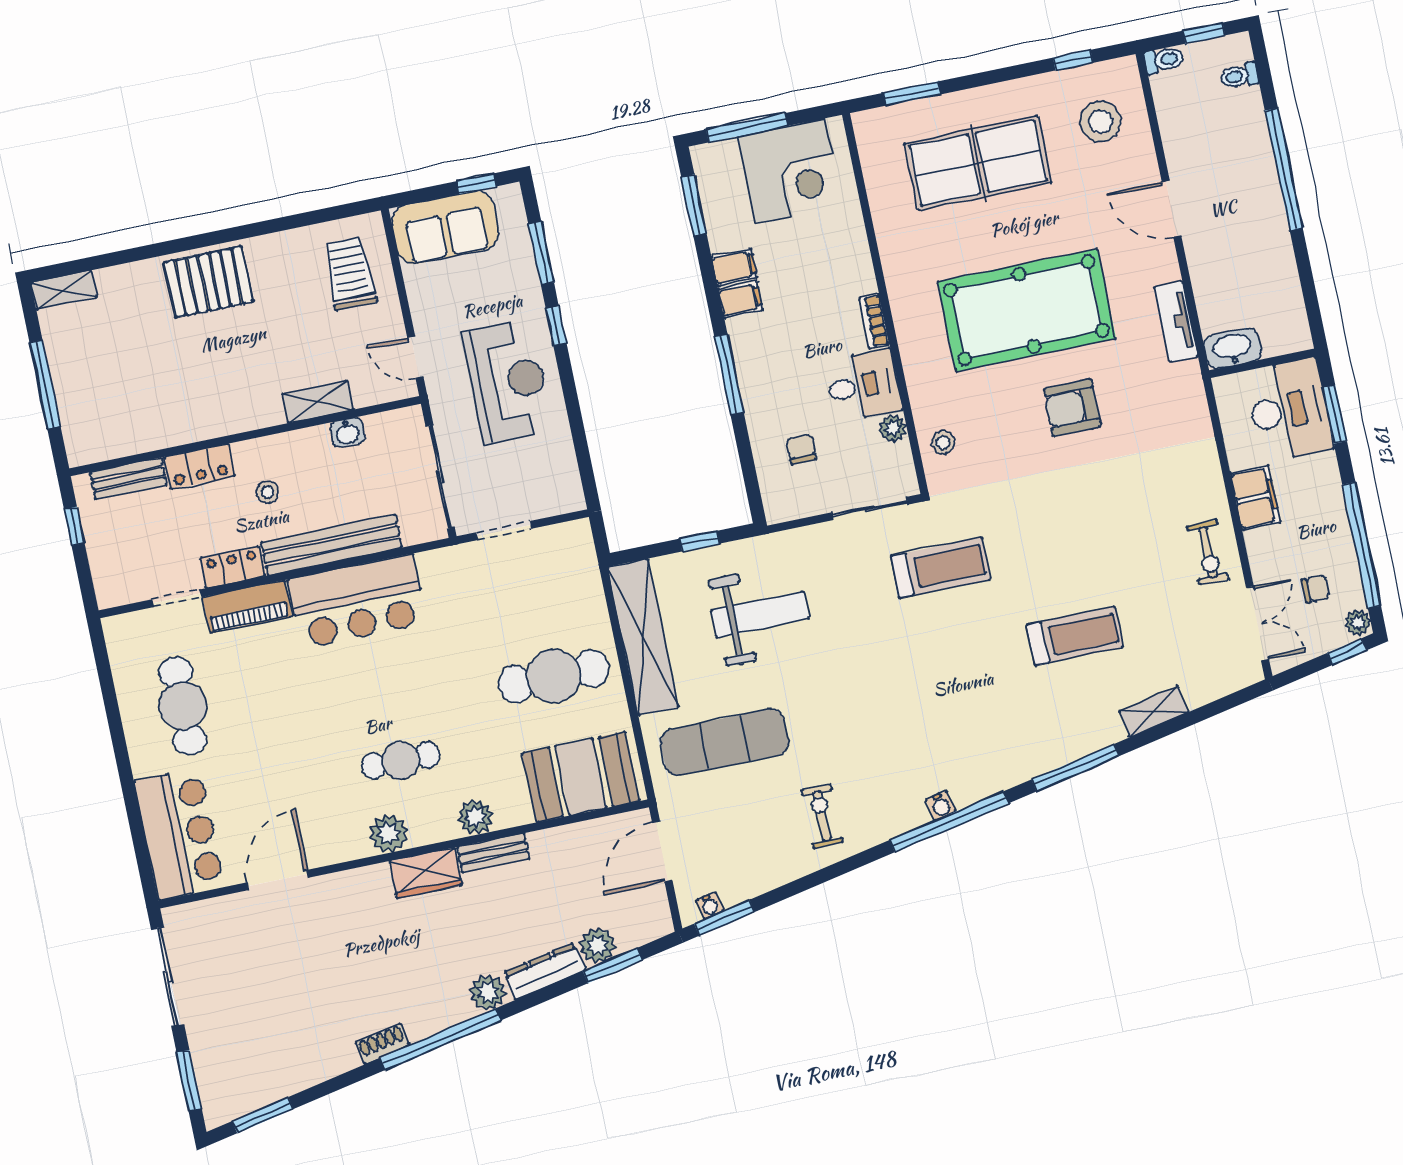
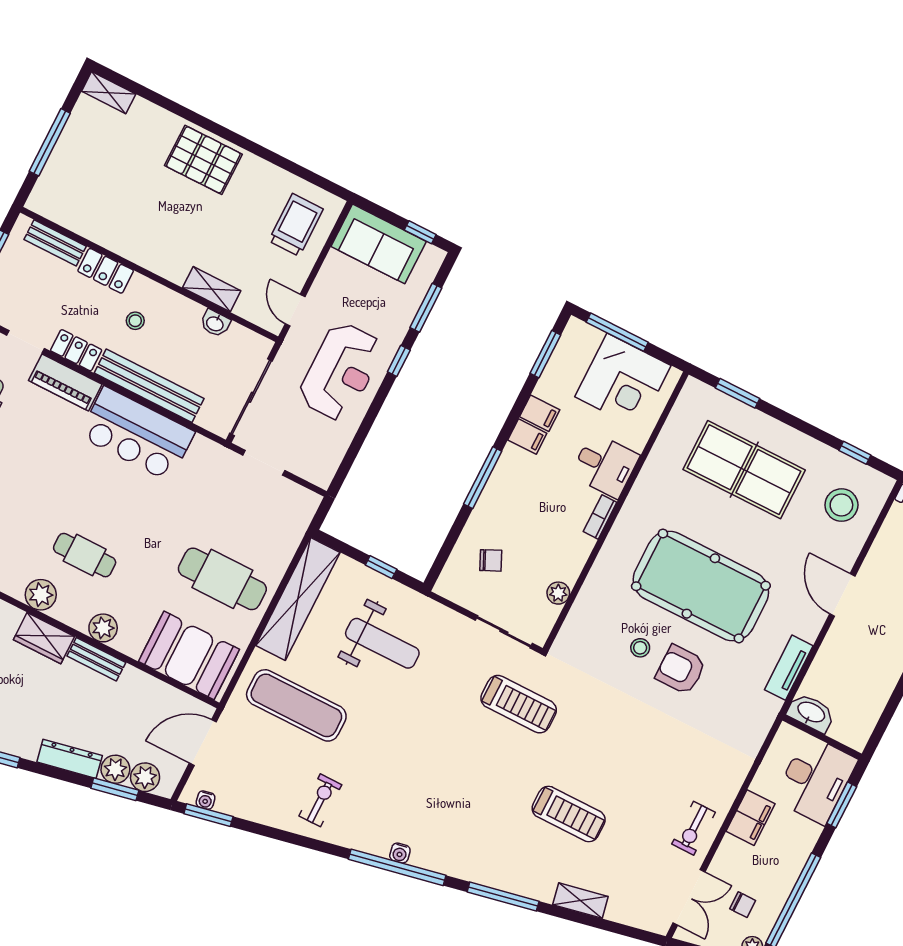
desk: (863, 385) -> (605, 465), moved
stool: (943, 442) -> (640, 648), moved
chair: (801, 449) -> (491, 560), turned 65
plant: (488, 992) -> (145, 777), moved

